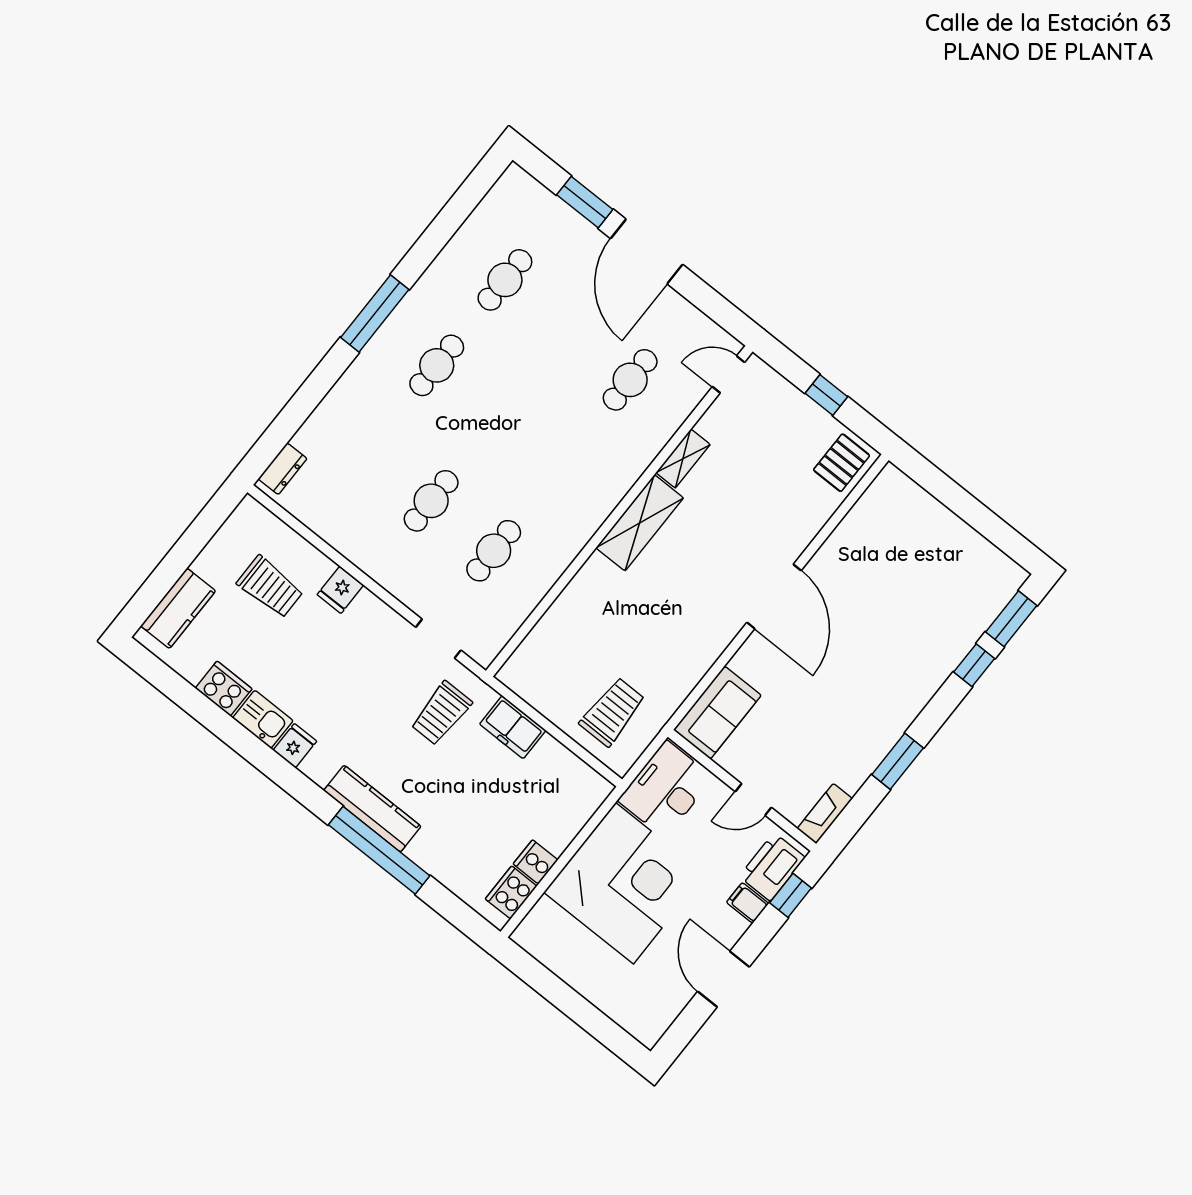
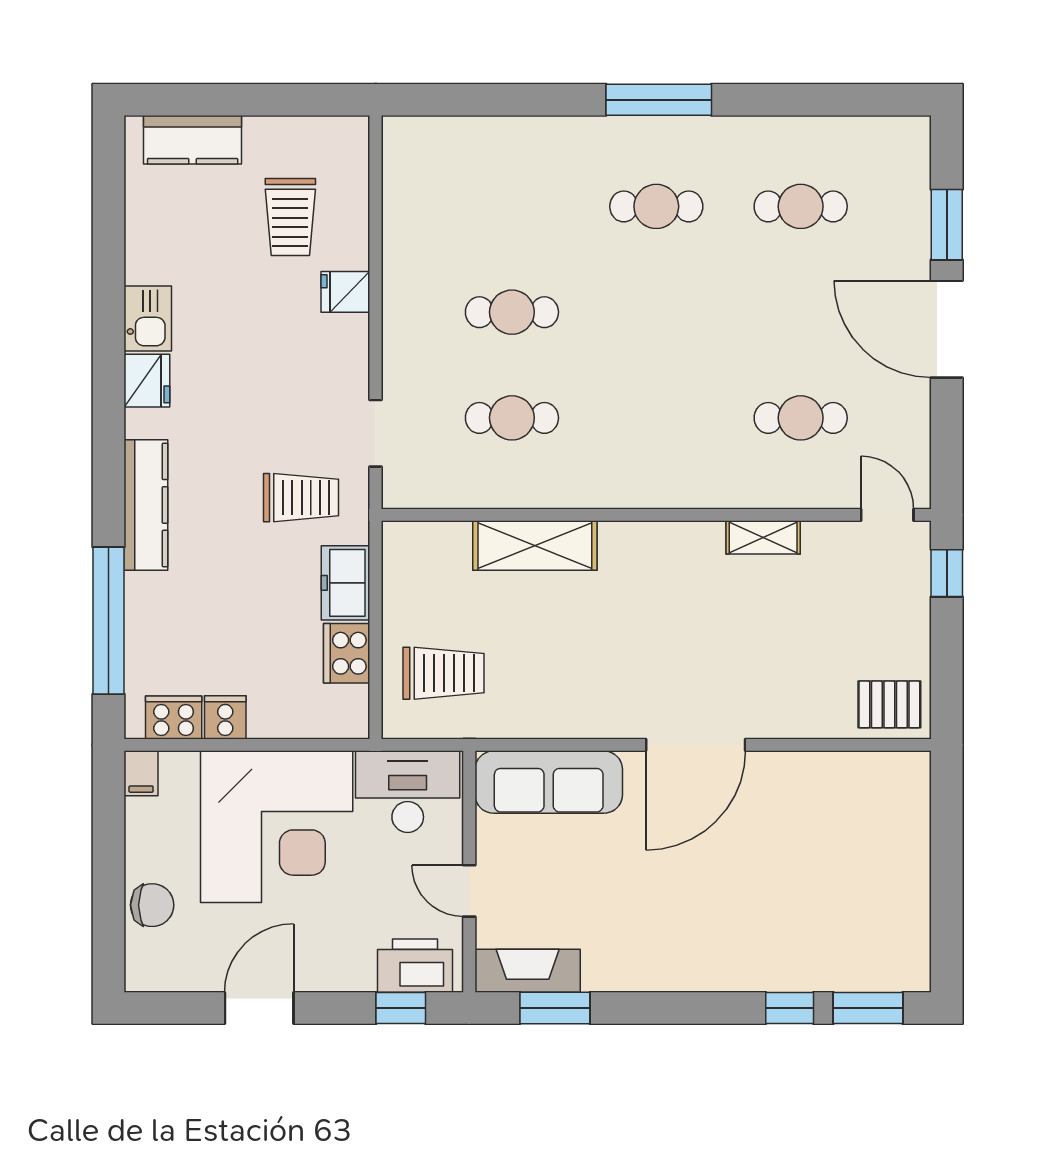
door: (647, 251) -> (947, 329), hinge flipped
window: (826, 395) -> (947, 573), moved
dresser: (283, 469) -> (423, 133), removed
shelving: (640, 523) -> (535, 546), moved
cooker: (224, 689) -> (347, 653), moved, turned 180
trolley: (441, 713) -> (301, 498), turned 180
sofa: (717, 713) -> (549, 782), width x1.36
fridge: (295, 746) -> (147, 381), width x1.38
window: (898, 761) -> (555, 1008), moved
fireplace: (825, 814) -> (528, 971), width x1.37, depth x1.32
window: (379, 850) -> (109, 621), moved
filing cabinet: (747, 903) -> (141, 773), moved, turned 180
chair: (612, 994) -> (152, 905), added

